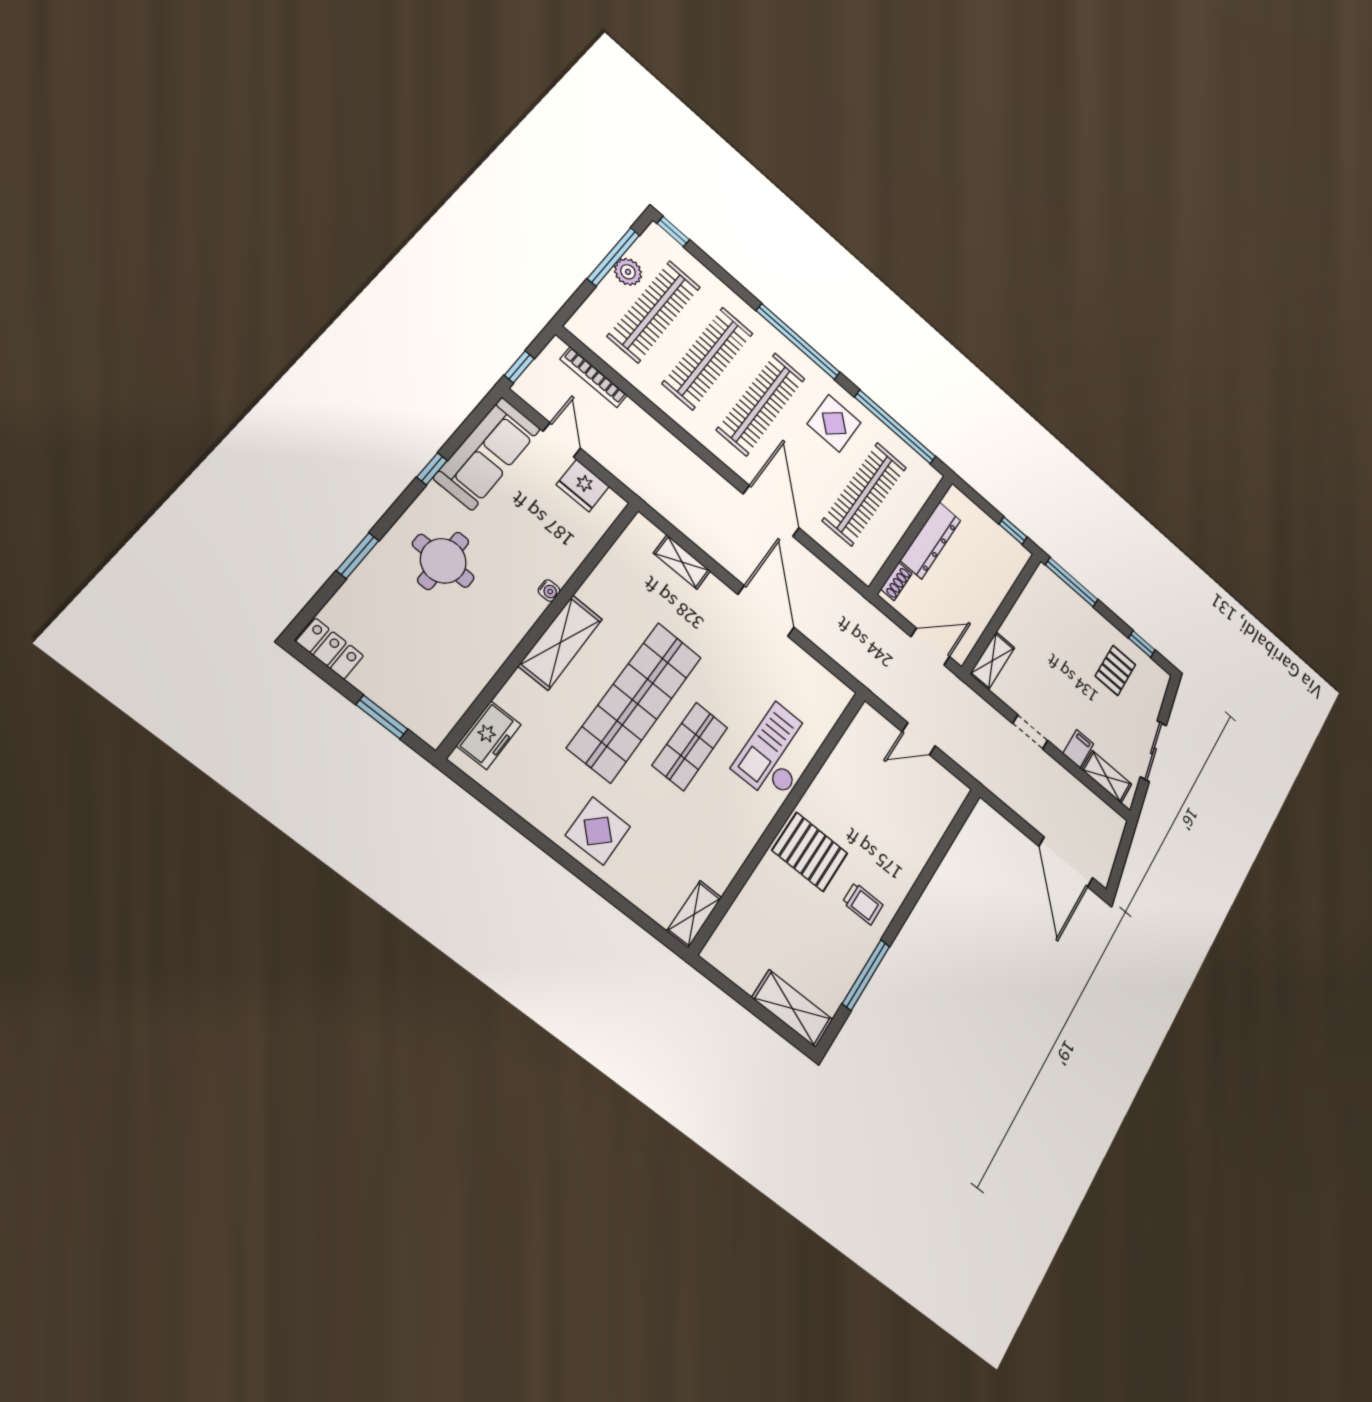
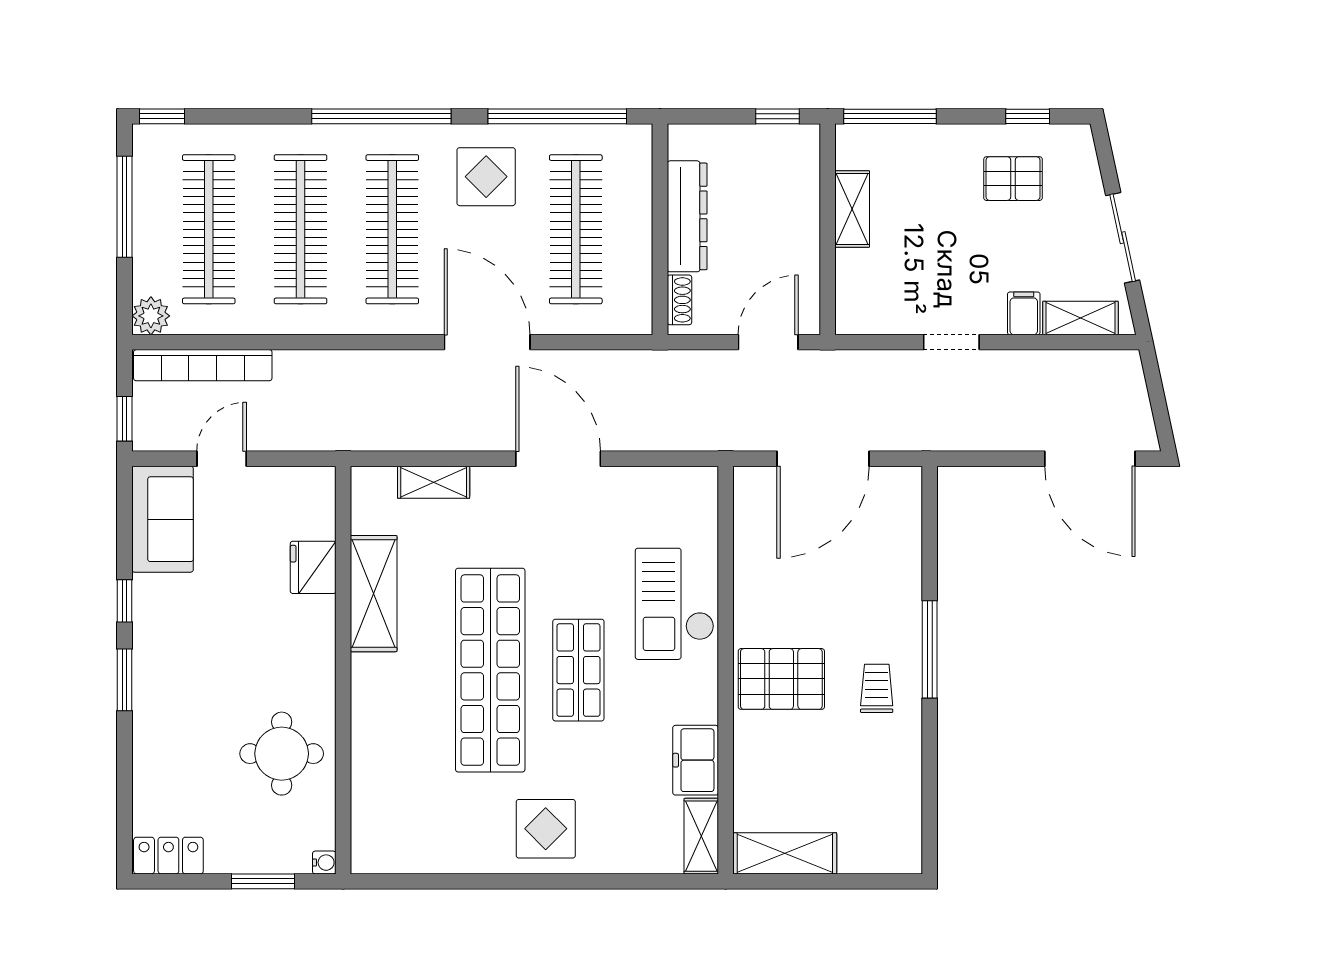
plant: (628, 272) -> (151, 316), moved
bookcase: (594, 377) -> (203, 365), width x1.48, depth x1.31
door: (562, 440) -> (222, 459), hinge flipped
sofa: (487, 453) -> (163, 519), width x0.73
fridge: (583, 485) -> (313, 567), moved, turned 90
window: (358, 556) -> (125, 680), moved
round table: (443, 561) -> (282, 754), moved
water cooler: (549, 591) -> (324, 863), moved
shelving: (561, 642) -> (374, 594), moved
shelving: (992, 661) -> (852, 209), moved
pallet: (1115, 670) -> (1013, 179), turned 90
freezer: (489, 735) -> (696, 760), moved, turned 180
door: (919, 739) -> (823, 459), width x1.87
trolley: (863, 904) -> (877, 688), turned -90
window: (866, 975) -> (930, 649), moved
shelving: (792, 1009) -> (785, 853), moved

